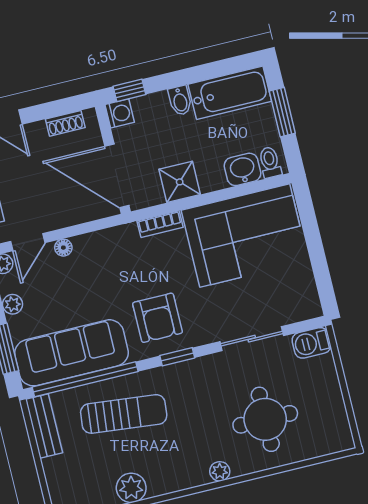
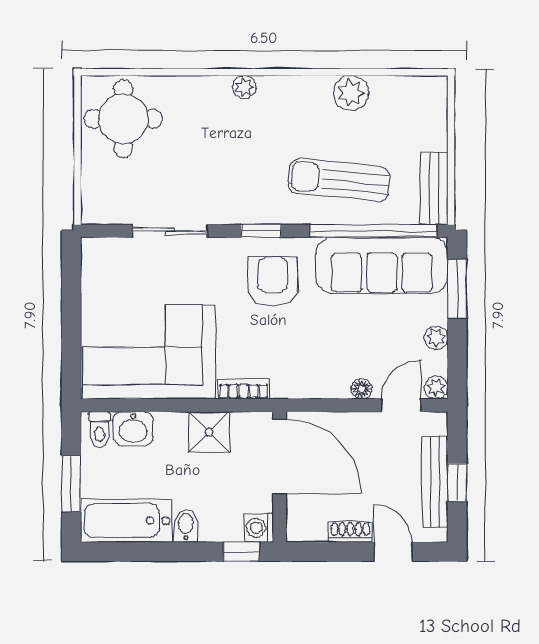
shoe rack: (65, 123) -> (350, 532), moved
barbecue: (312, 343) -> (102, 209), removed
round table: (265, 419) -> (123, 119), moved

